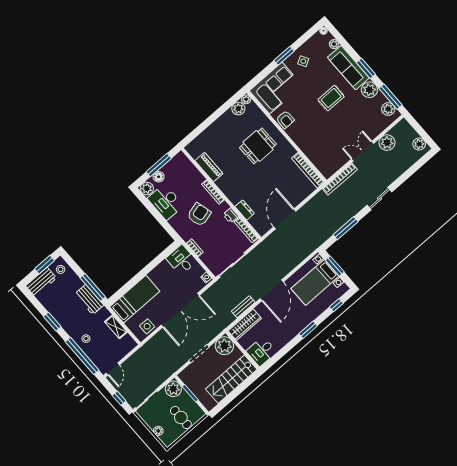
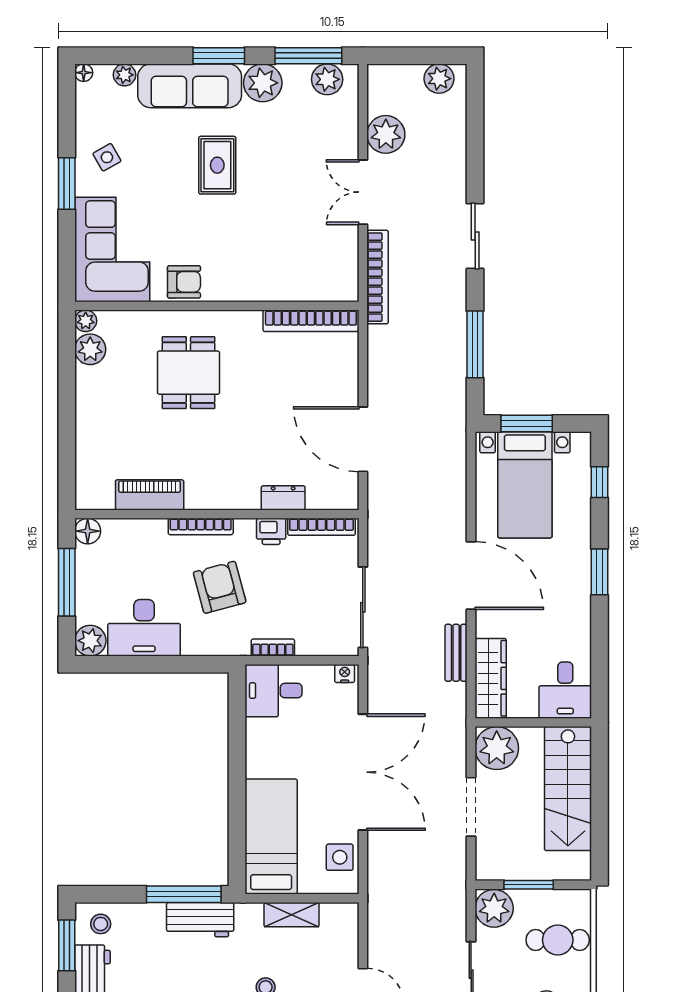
floor lamp: (159, 177) -> (88, 531), moved

